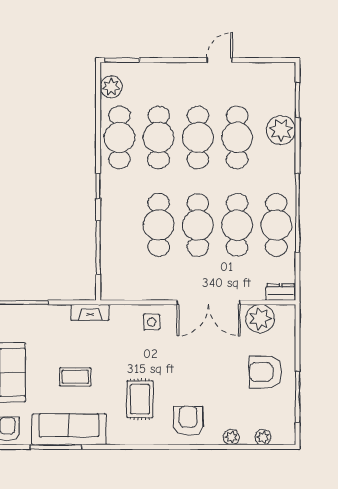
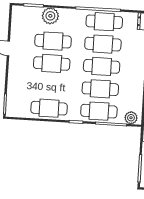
plant: (111, 87) -> (131, 118), moved
cafe table: (159, 137) -> (99, 111), moved

